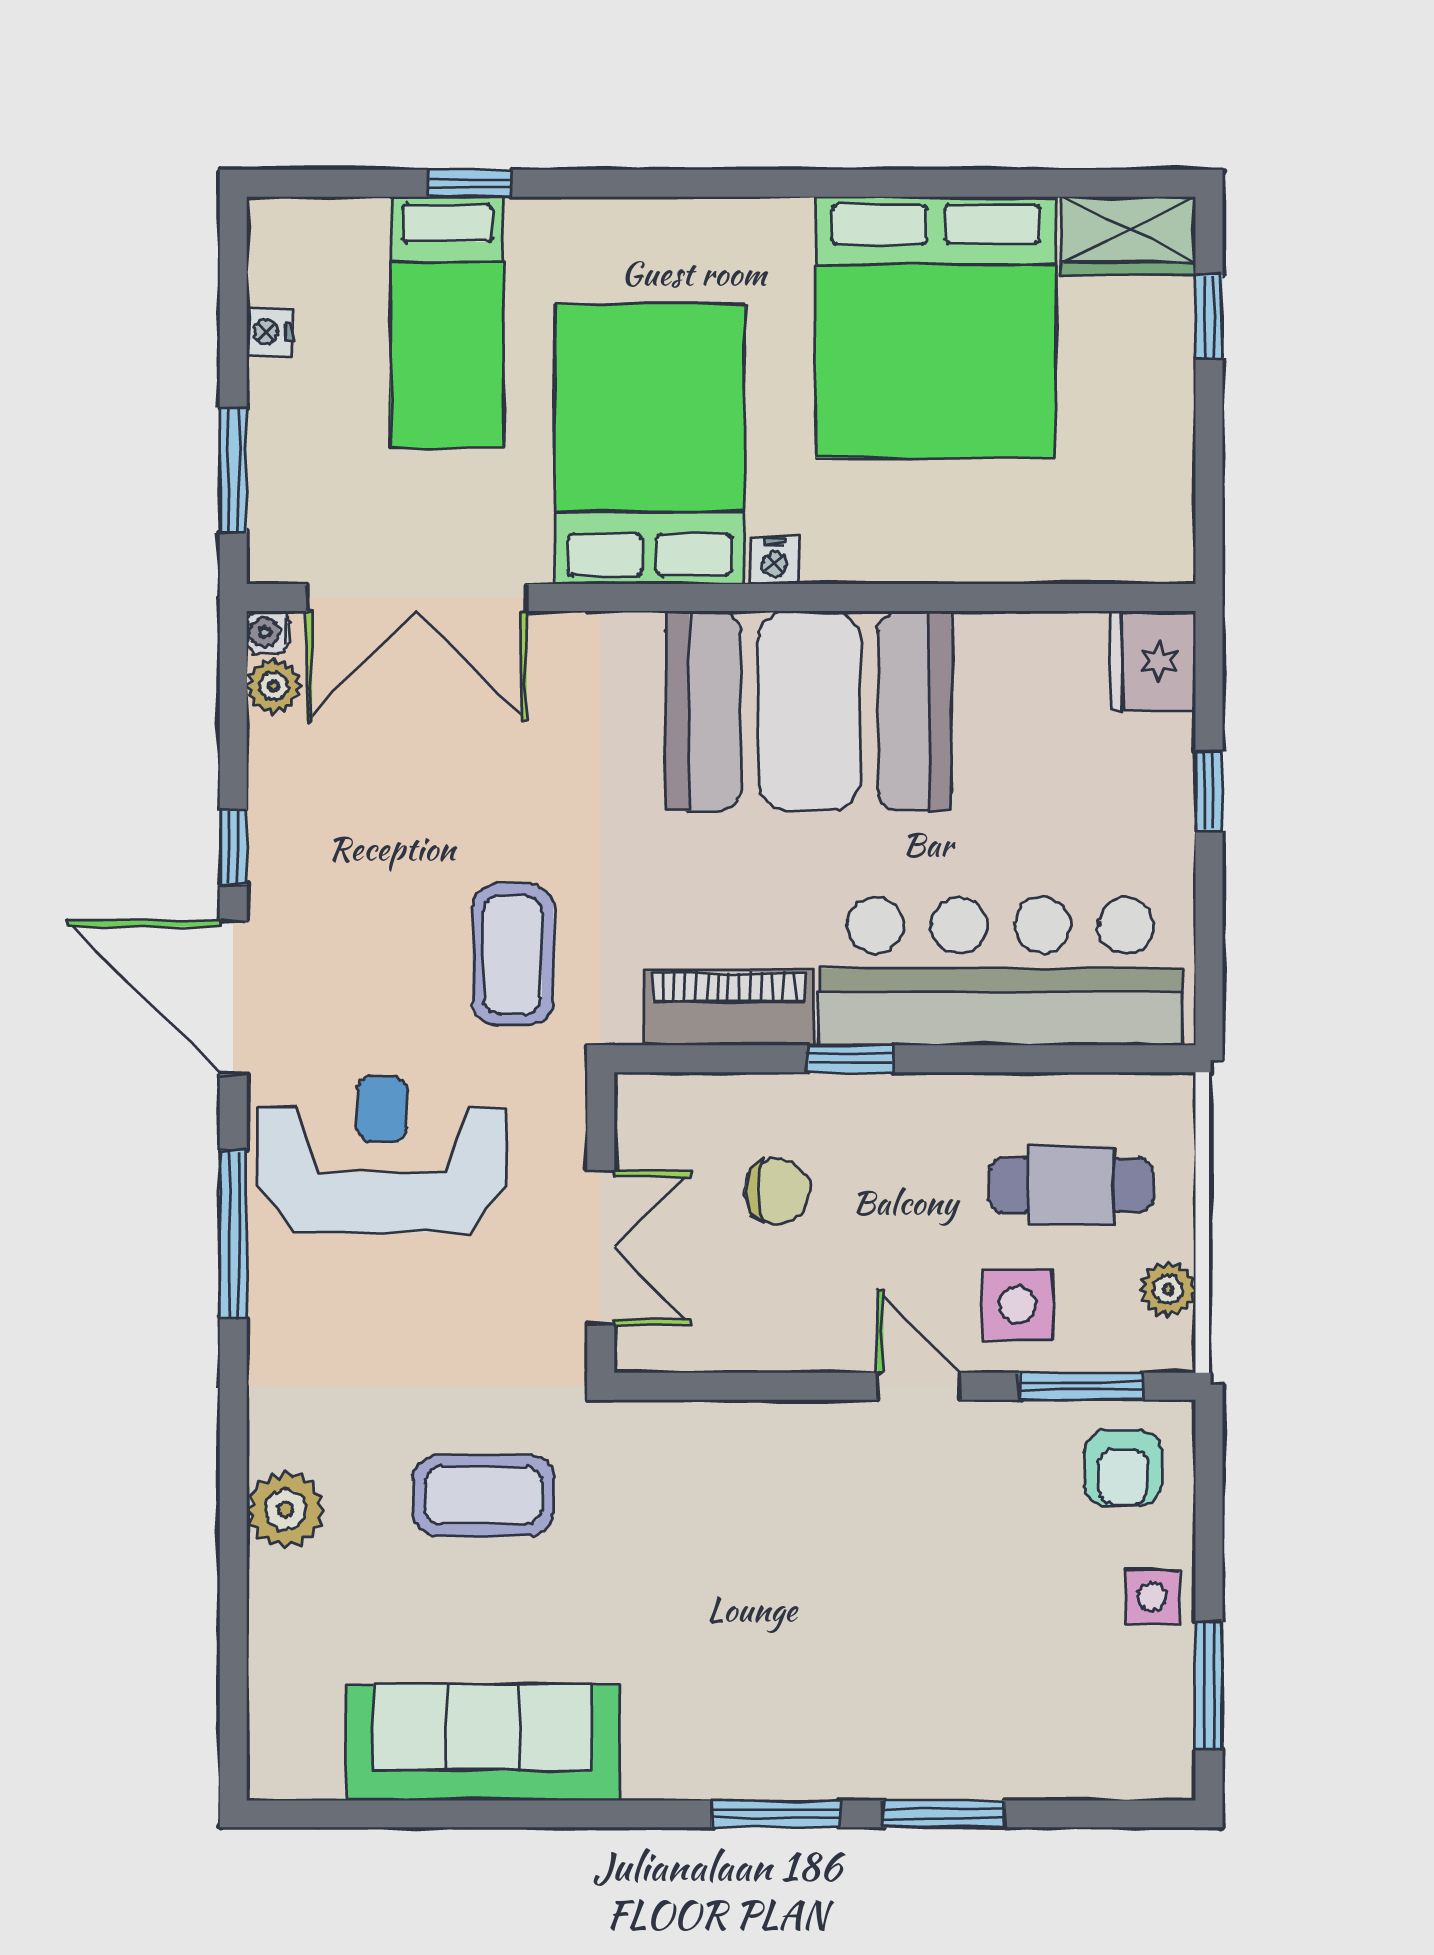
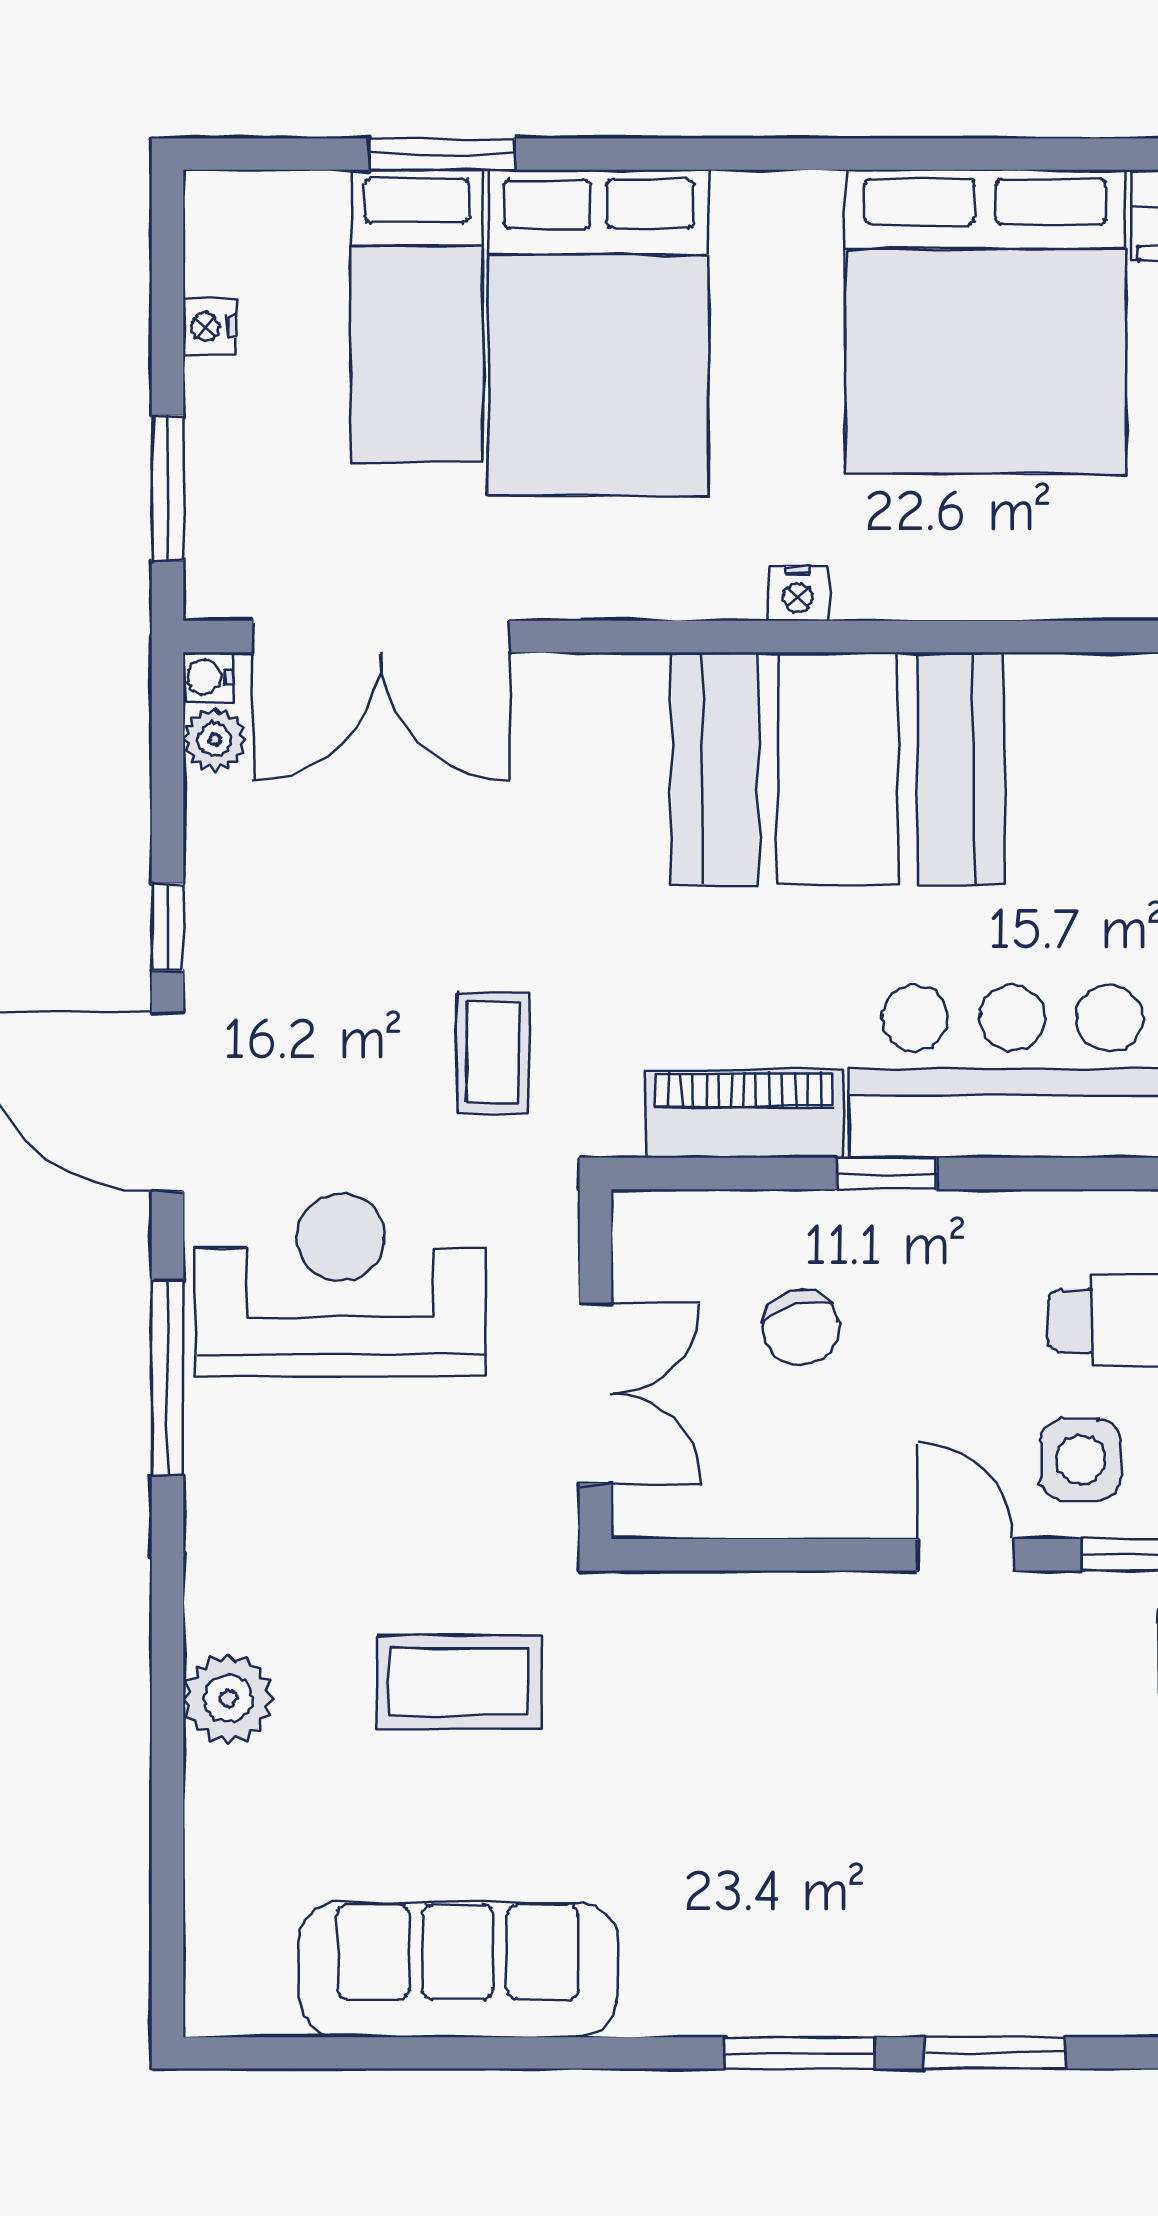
window: (469, 183) -> (442, 154), width x1.50
bed: (650, 444) -> (599, 333), moved, turned 180
coffee table: (513, 955) -> (493, 1052), width x0.73, depth x0.77
chair: (777, 1191) -> (801, 1328), turned 74

